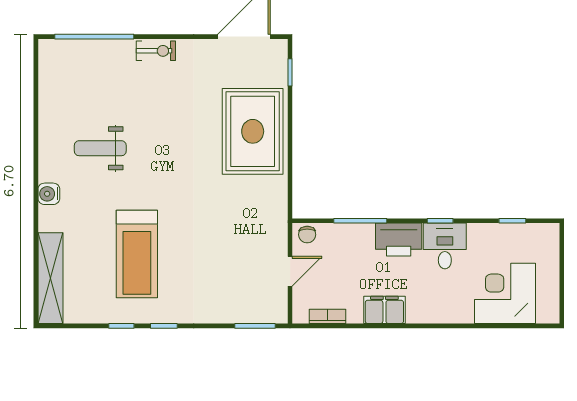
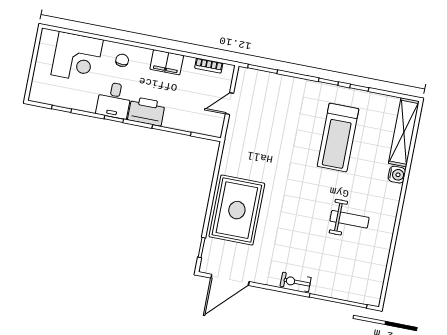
water cooler: (49, 194) -> (397, 175), moved
chair: (307, 235) -> (122, 60), moved
treadmill: (137, 254) -> (338, 138), turned 180

